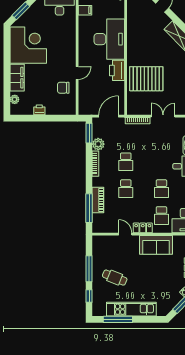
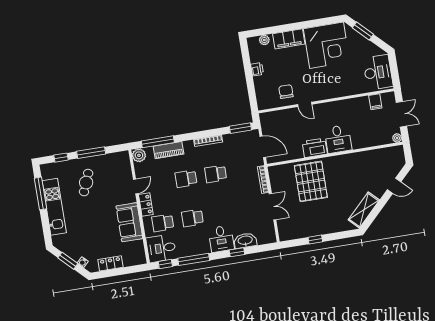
desk: (109, 39) -> (338, 139), width x0.53, depth x0.77
plant: (98, 144) -> (139, 155), moved

